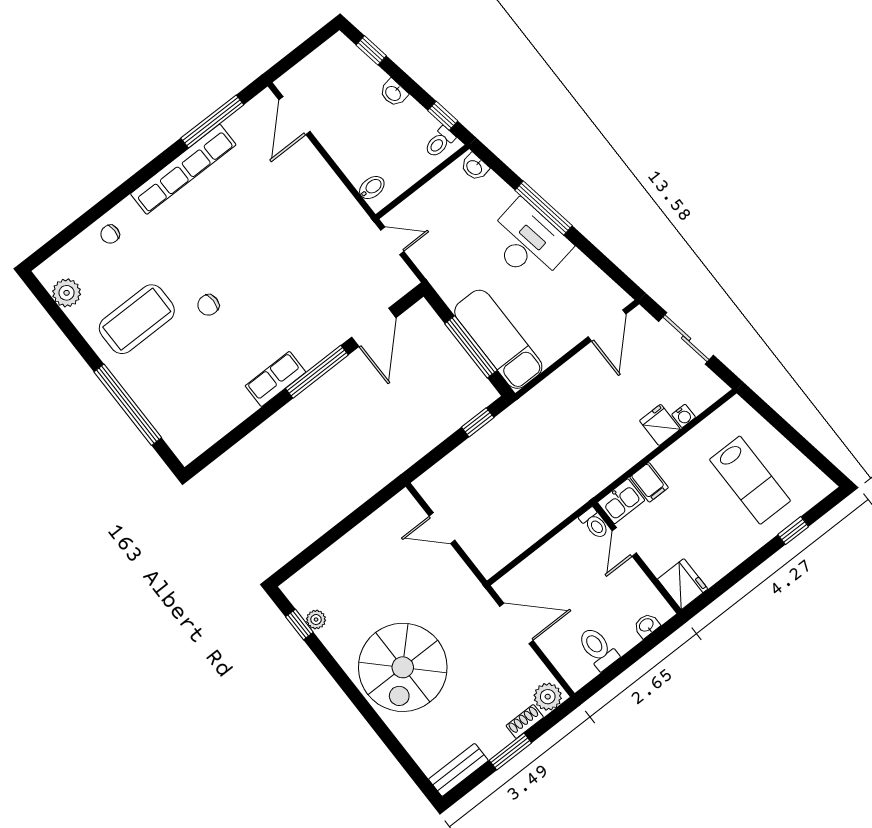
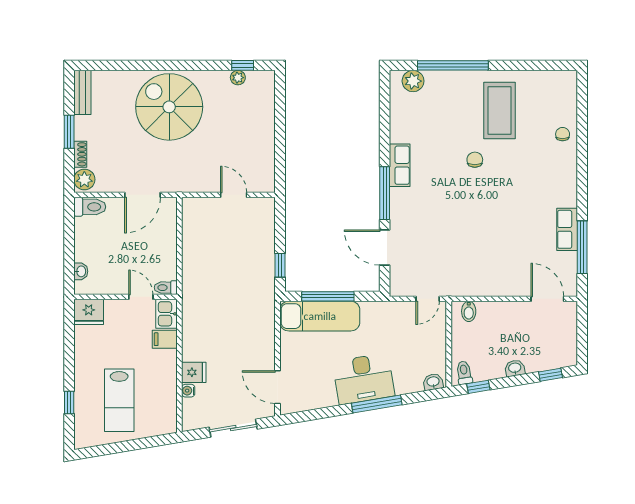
row of seats: (183, 169) -> (567, 229), width x0.50
plant: (67, 293) -> (413, 81), moved
lab bench: (750, 480) -> (119, 400), turned -90
door: (442, 528) -> (234, 195), hinge flipped
toilet: (598, 648) -> (90, 207), moved

